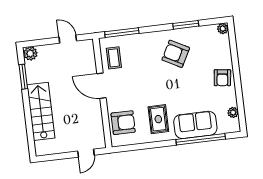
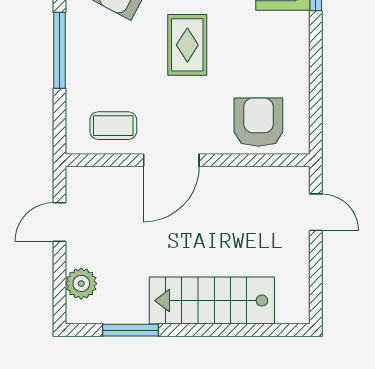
window: (122, 33) -> (60, 50), moved
plant: (30, 53) -> (81, 284), moved
rug: (158, 119) -> (187, 45), moved, turned 90

